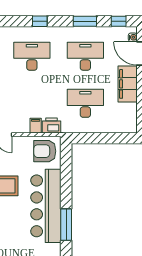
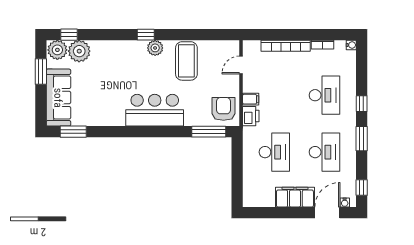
window: (85, 21) -> (362, 139), moved
bar counter: (46, 206) -> (155, 110), width x0.73
window: (66, 225) -> (209, 132), moved

